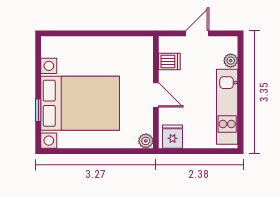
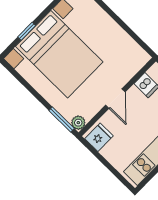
window: (131, 151) -> (62, 120), added

